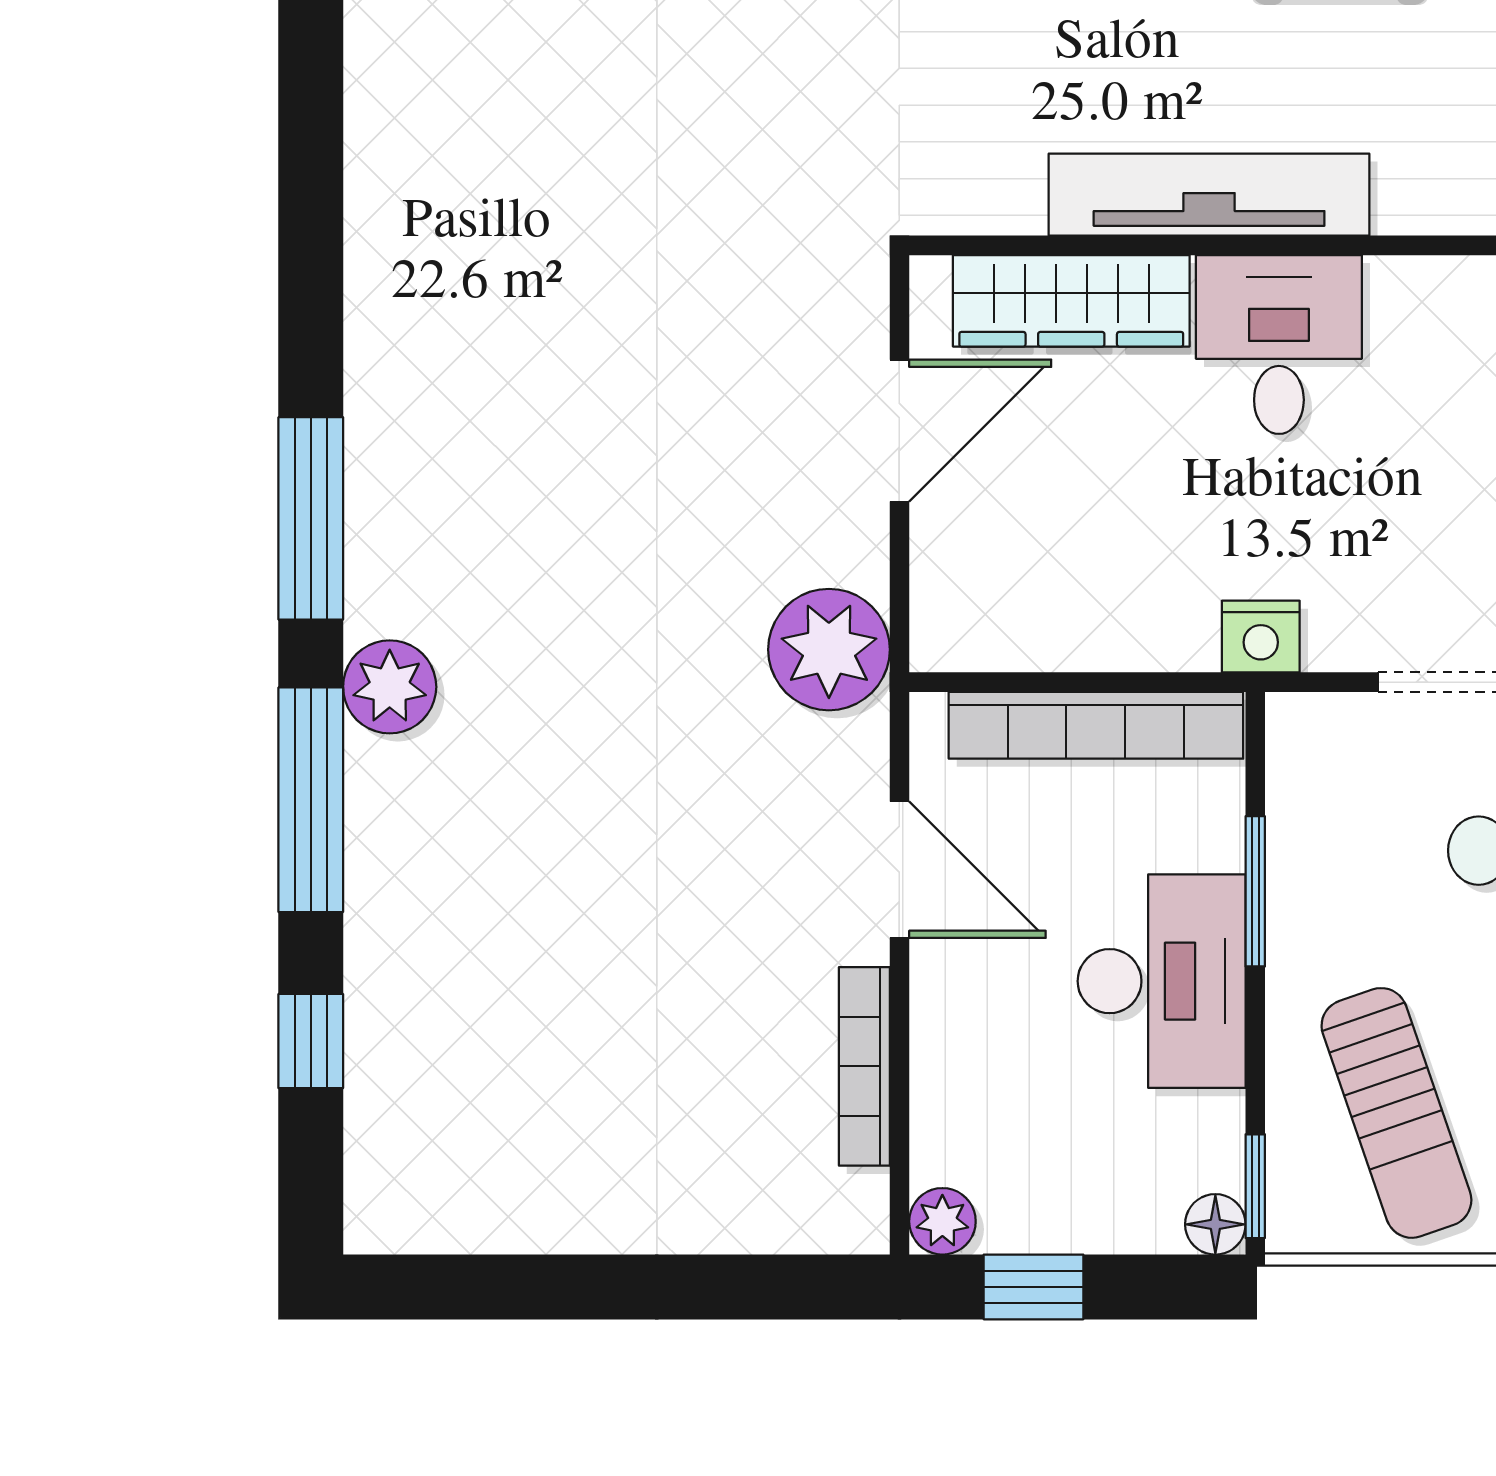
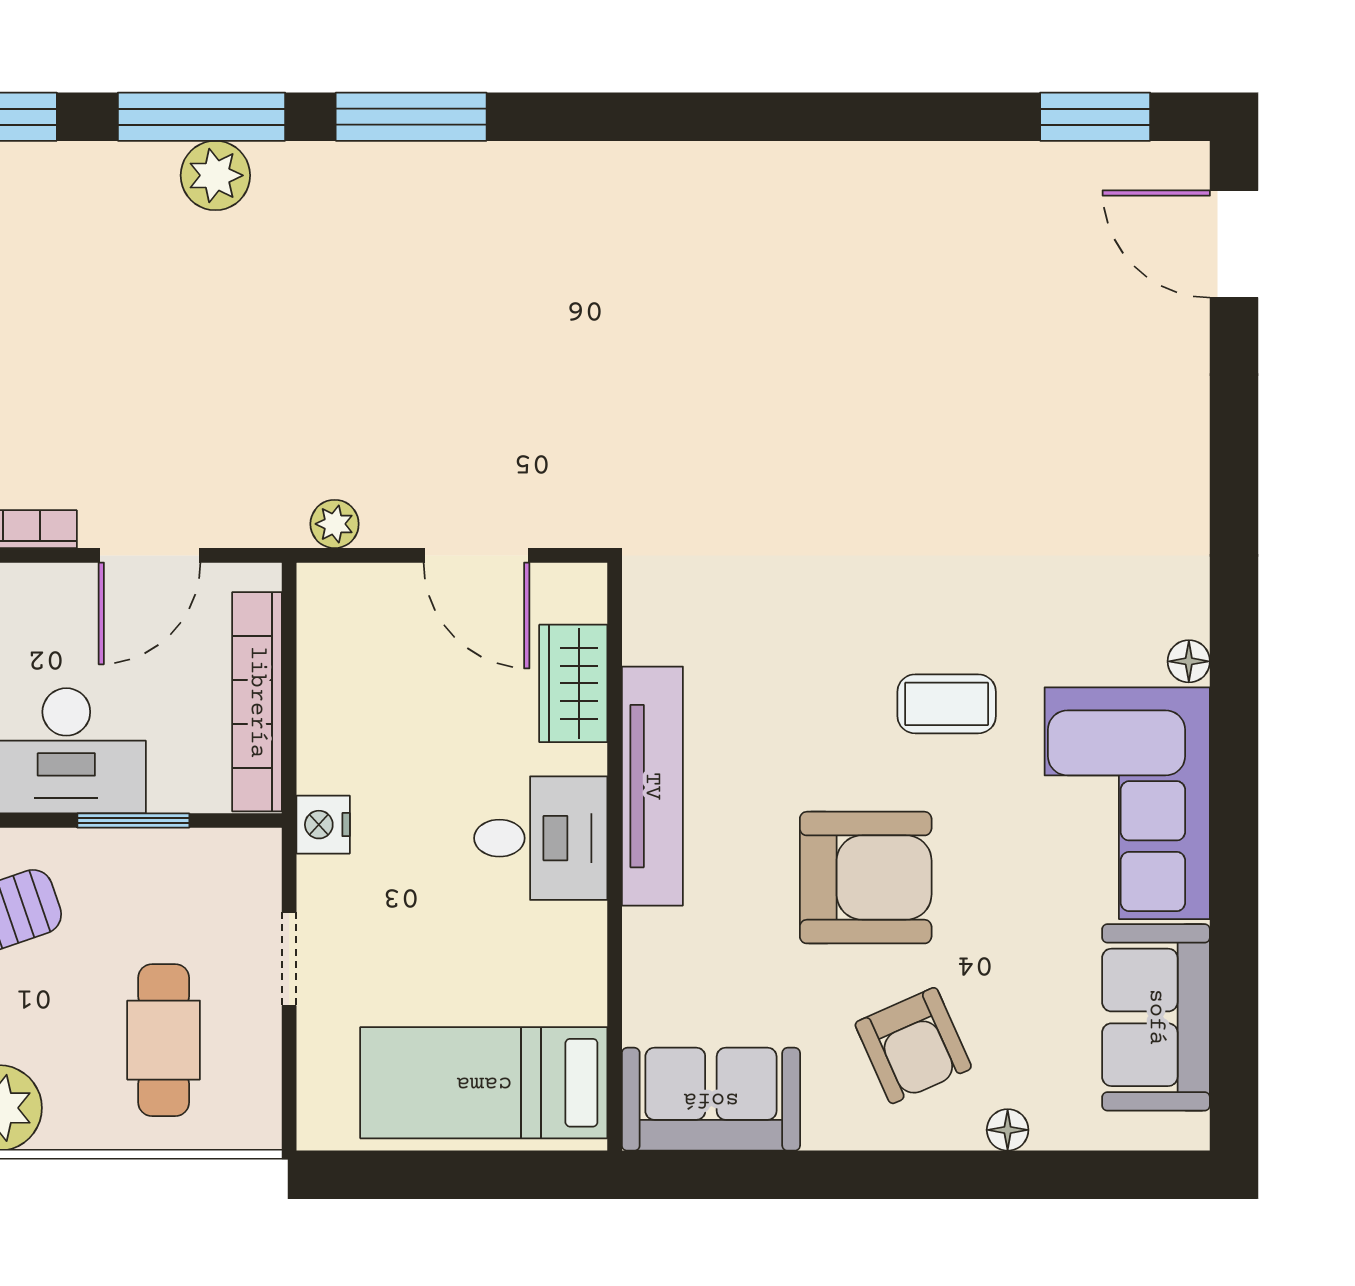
wardrobe: (1071, 301) -> (573, 683), width x0.67
plant: (829, 650) -> (335, 524), width x0.53, depth x0.53
plant: (390, 687) -> (215, 175), moved

